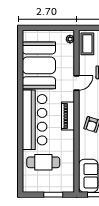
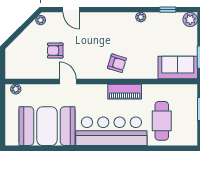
coffee table: (87, 44) -> (22, 69), removed
piano: (68, 116) -> (125, 92), moved

